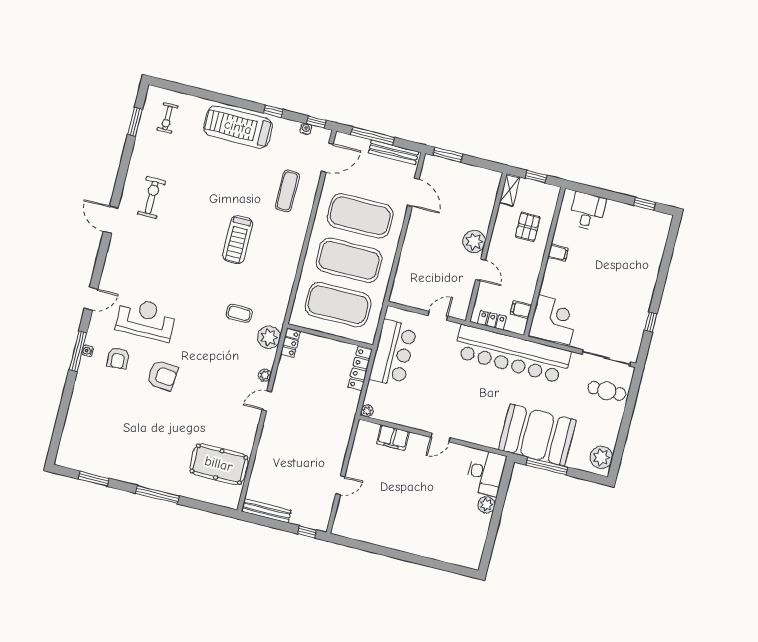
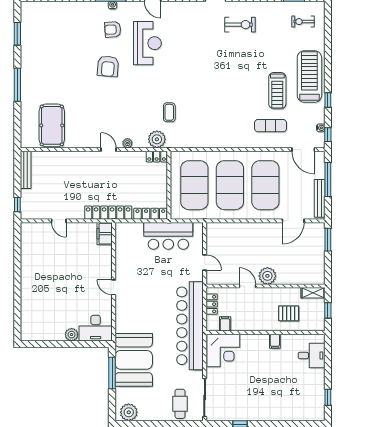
treadmill: (238, 240) -> (277, 91), moved, turned -90
door: (481, 270) -> (247, 286), swing flipped
plant: (367, 411) -> (120, 227), removed
locker: (345, 421) -> (108, 213), added
filing cabinet: (393, 438) -> (105, 234), moved

